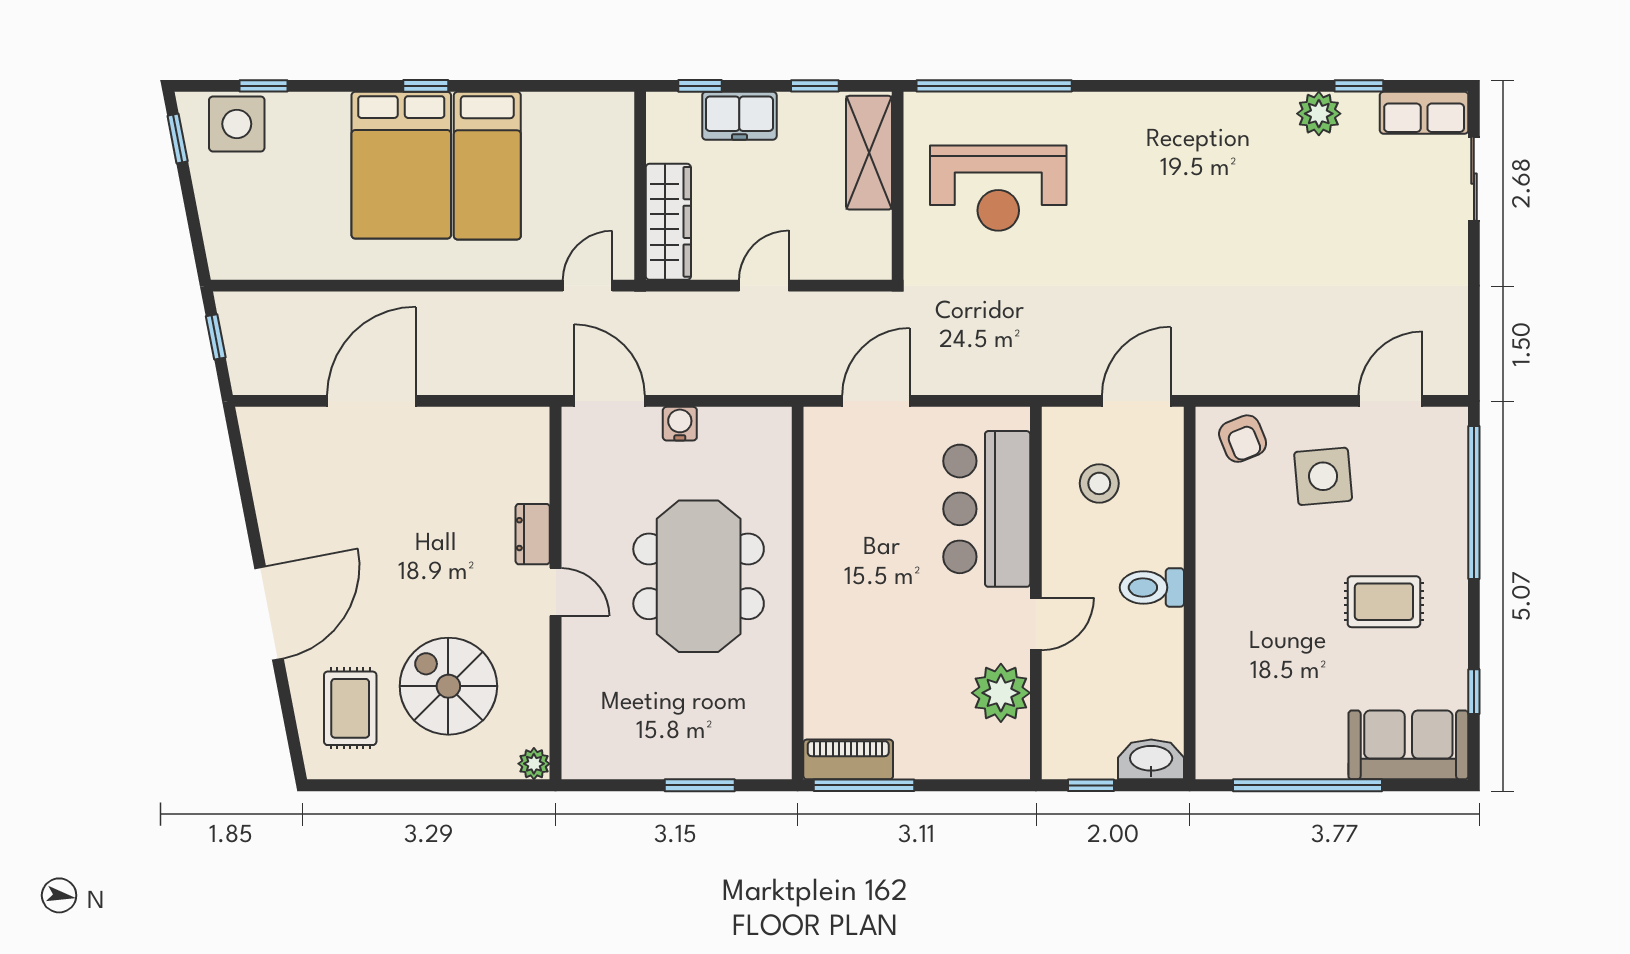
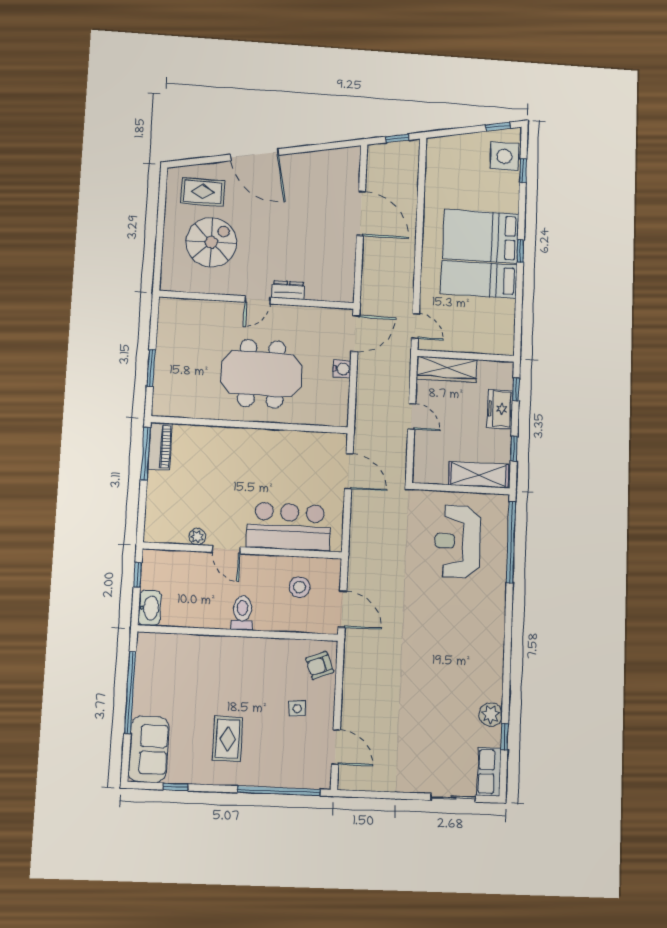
side table: (1323, 476) -> (297, 708), width x0.54, depth x0.54
plant: (1001, 693) -> (197, 537), width x0.53, depth x0.53
plant: (534, 764) -> (168, 283), removed

